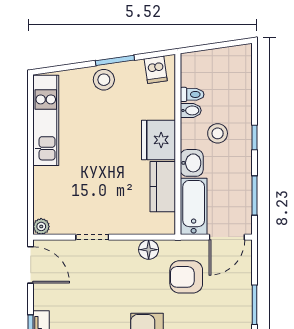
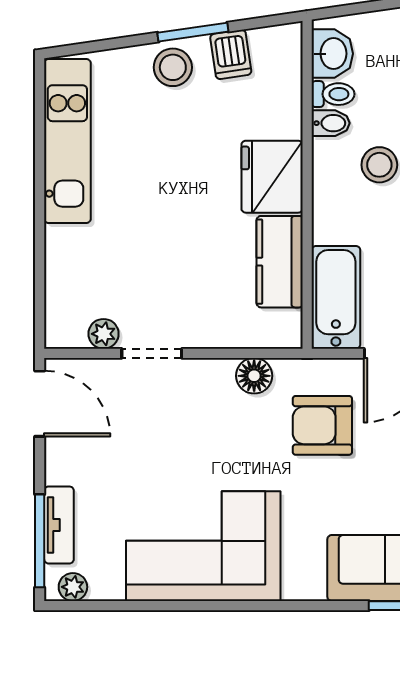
dishwasher: (156, 70) -> (231, 54), moved
washbasin: (192, 163) -> (332, 54), moved
plant: (41, 226) -> (104, 334), moved

